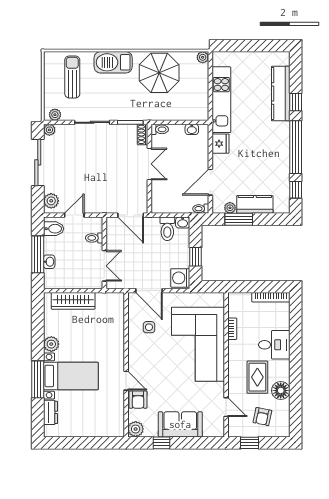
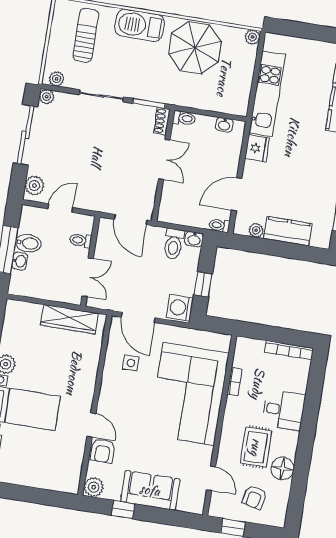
window: (239, 219) -> (265, 246), removed
bidet: (54, 229) -> (28, 243), moved
wardrobe: (73, 301) -> (69, 319), moved

